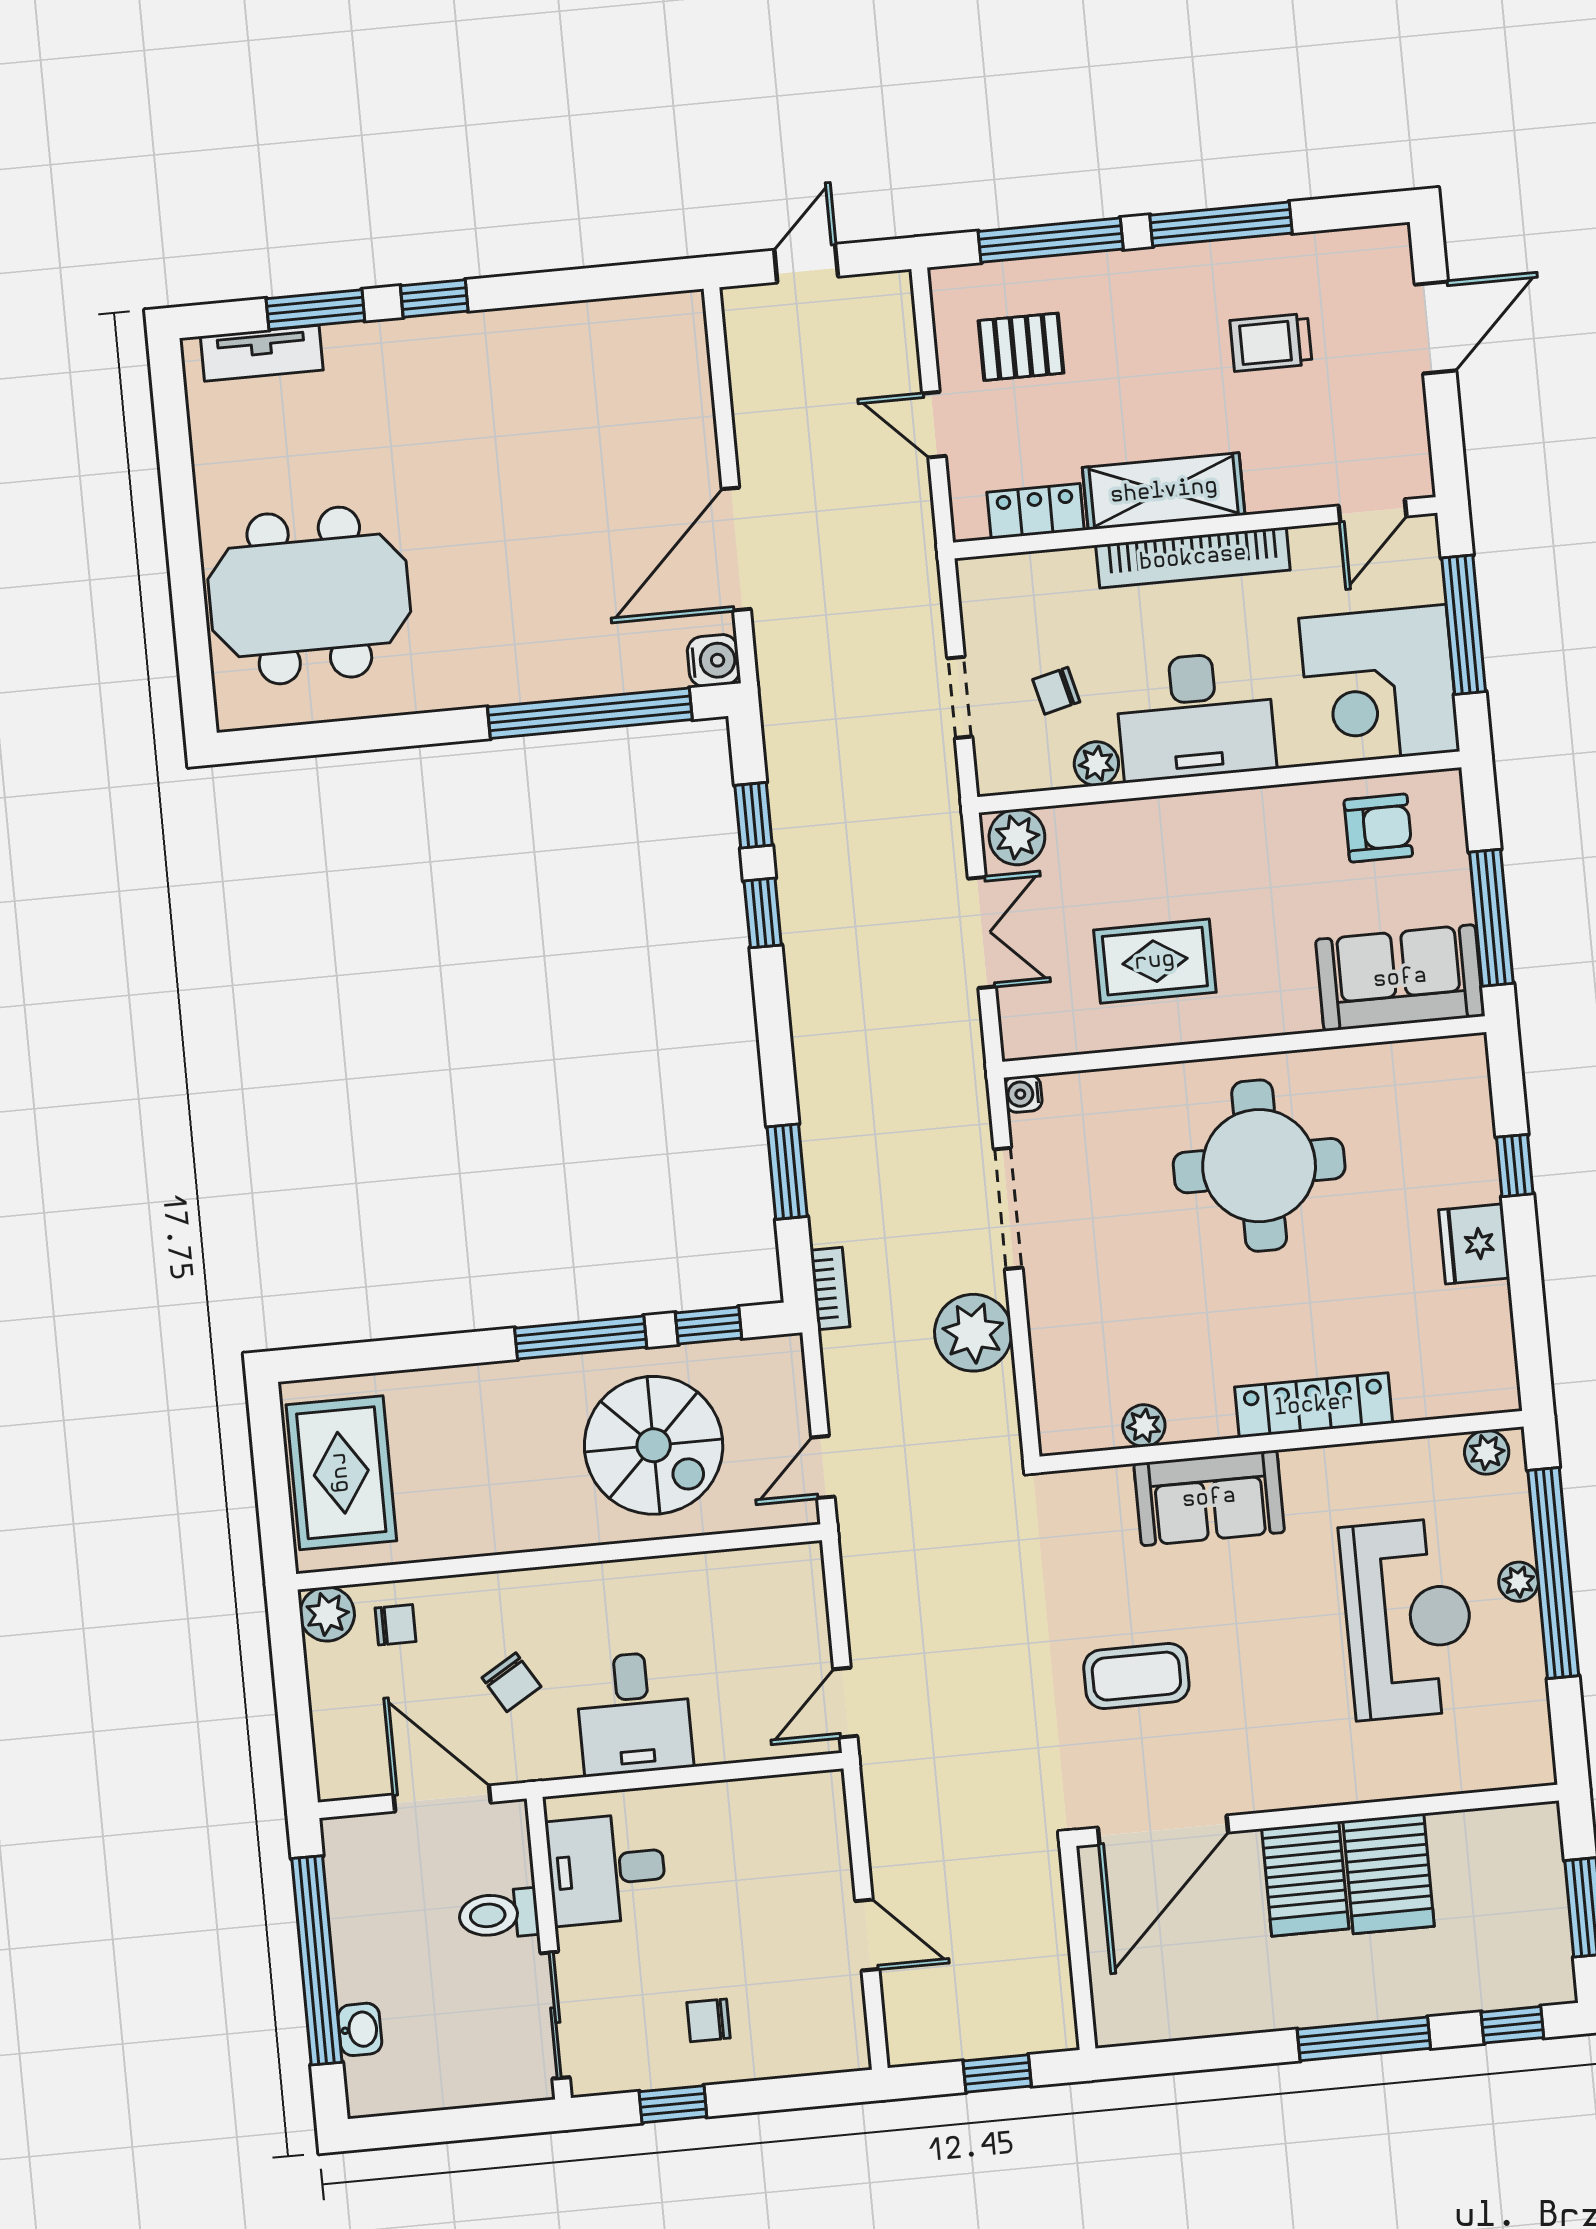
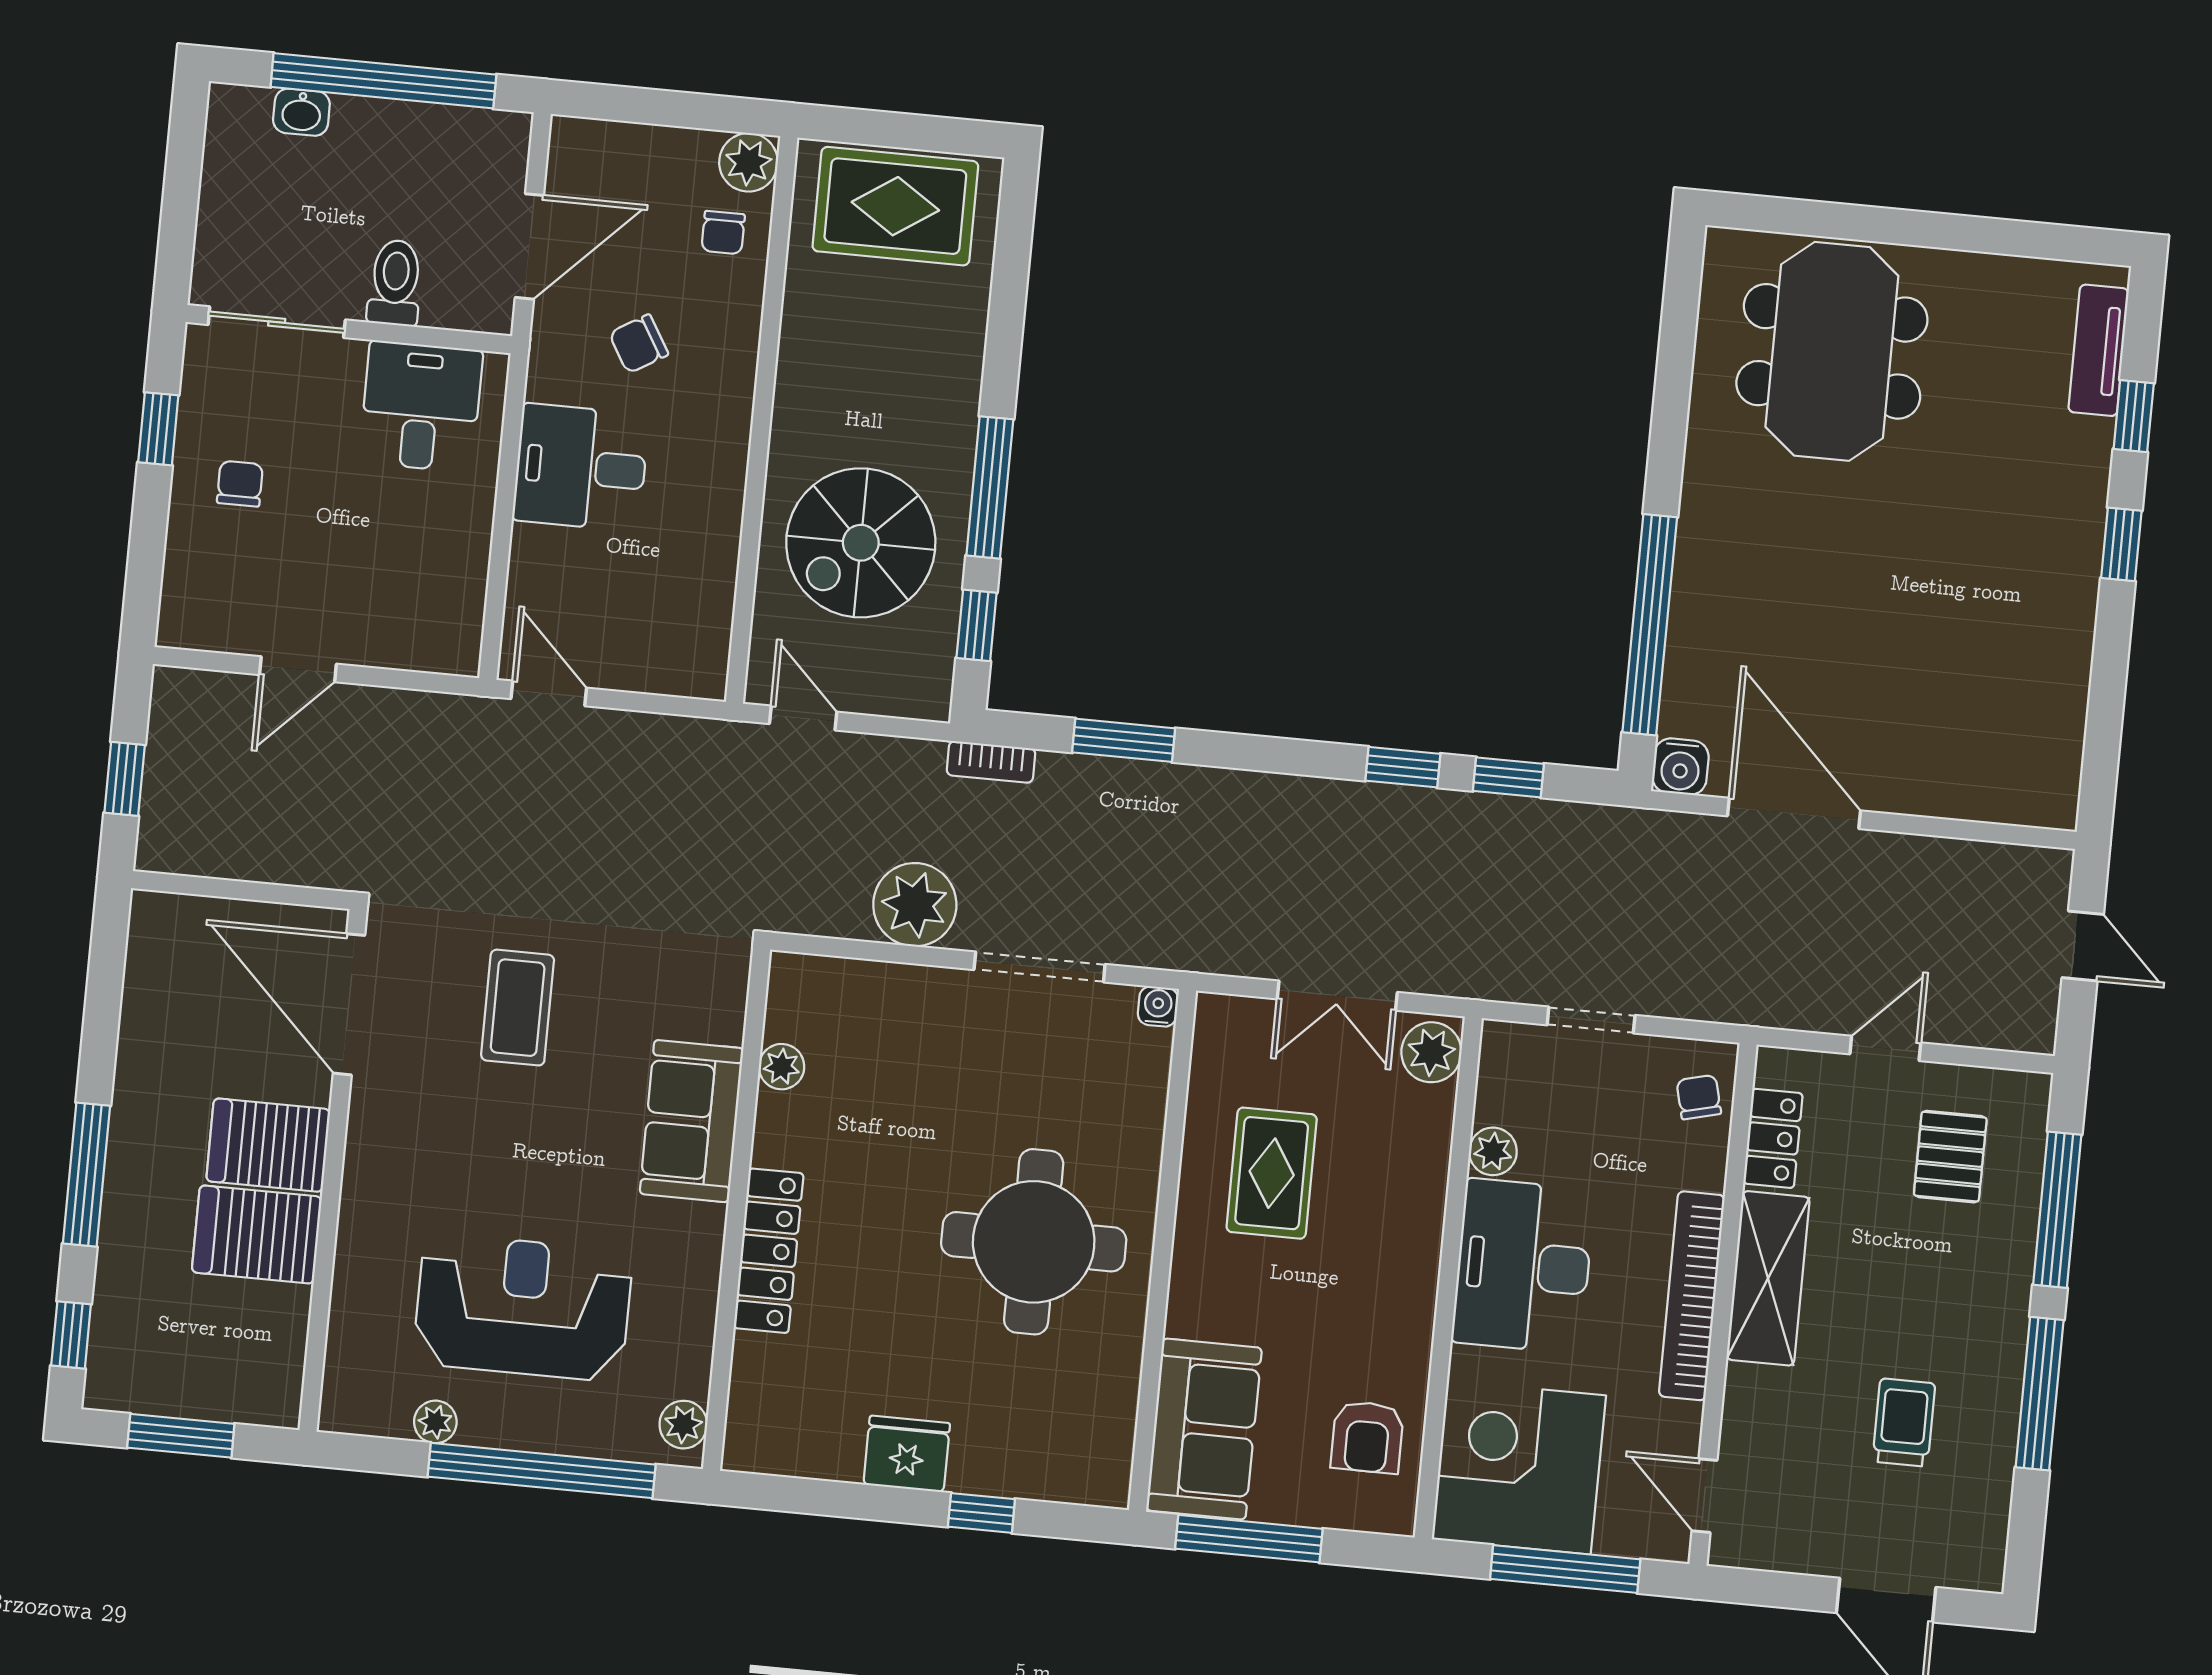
window: (315, 310) -> (2134, 416), width x0.67
chair: (1056, 691) -> (1699, 1097), moved
plant: (1519, 1582) -> (435, 1422), moved
reception desk: (1408, 1619) -> (523, 1307), turned 180

